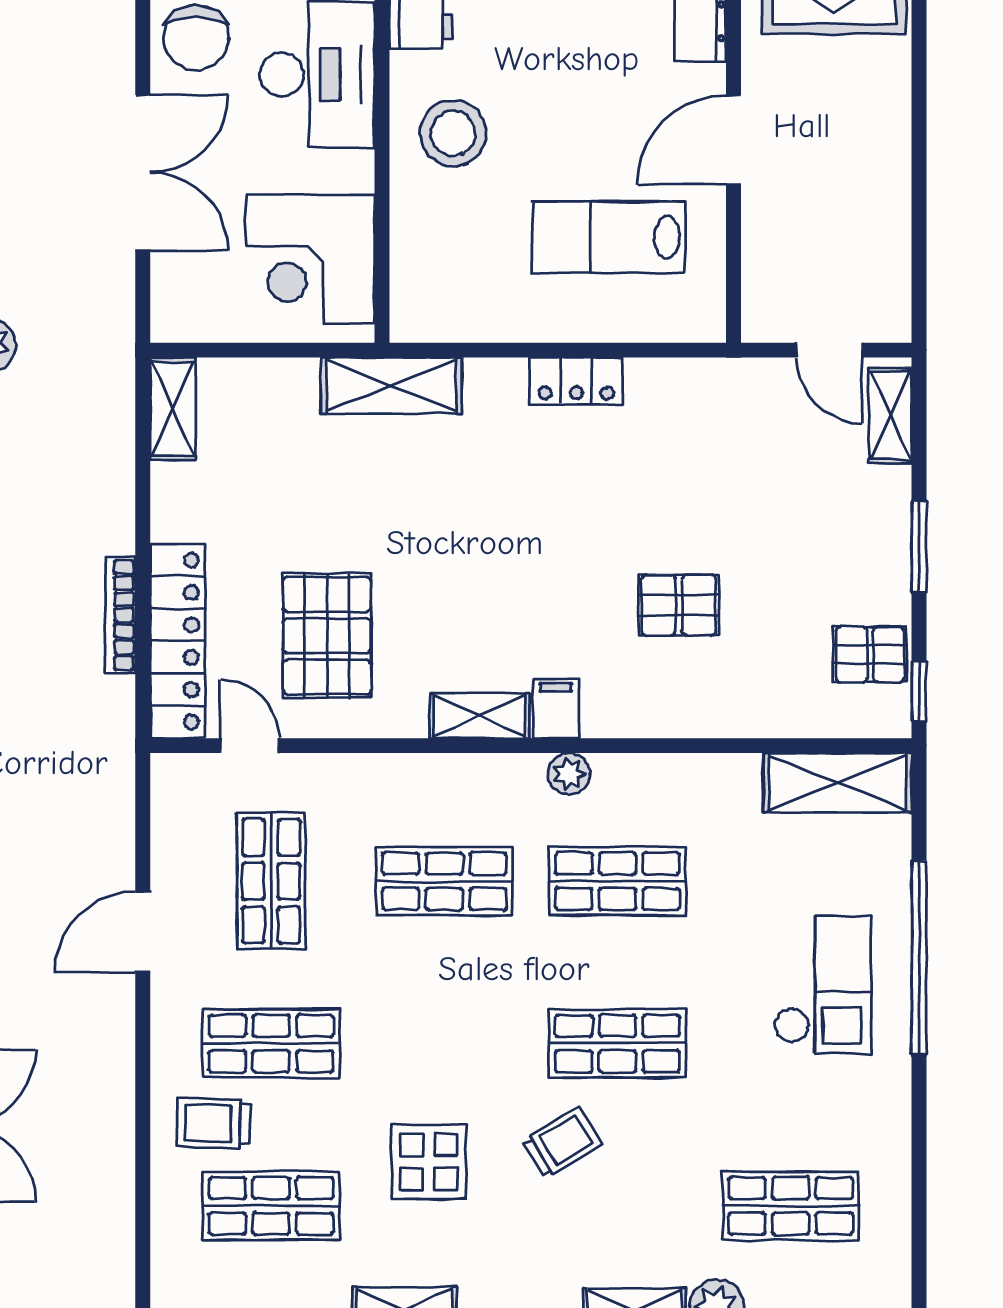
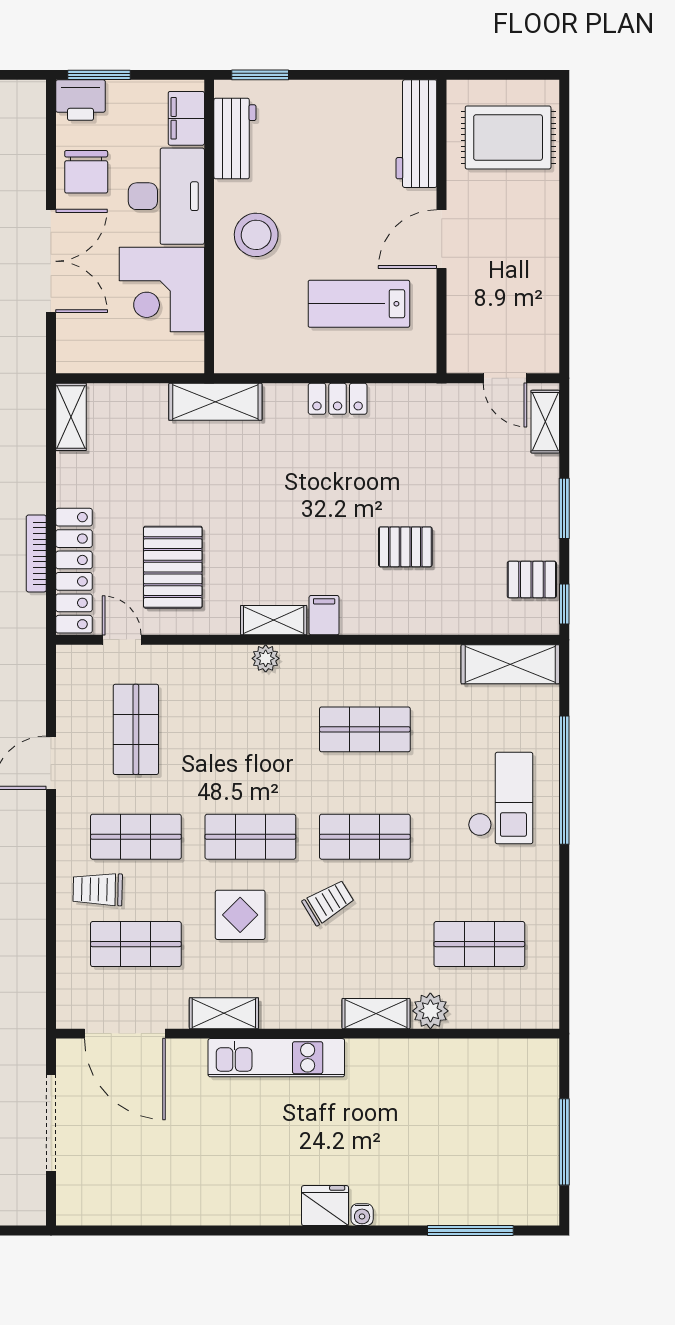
corner desk: (310, 259) -> (162, 289), moved
plant: (569, 774) -> (266, 658), moved
shop shelf: (444, 881) -> (250, 837), moved

